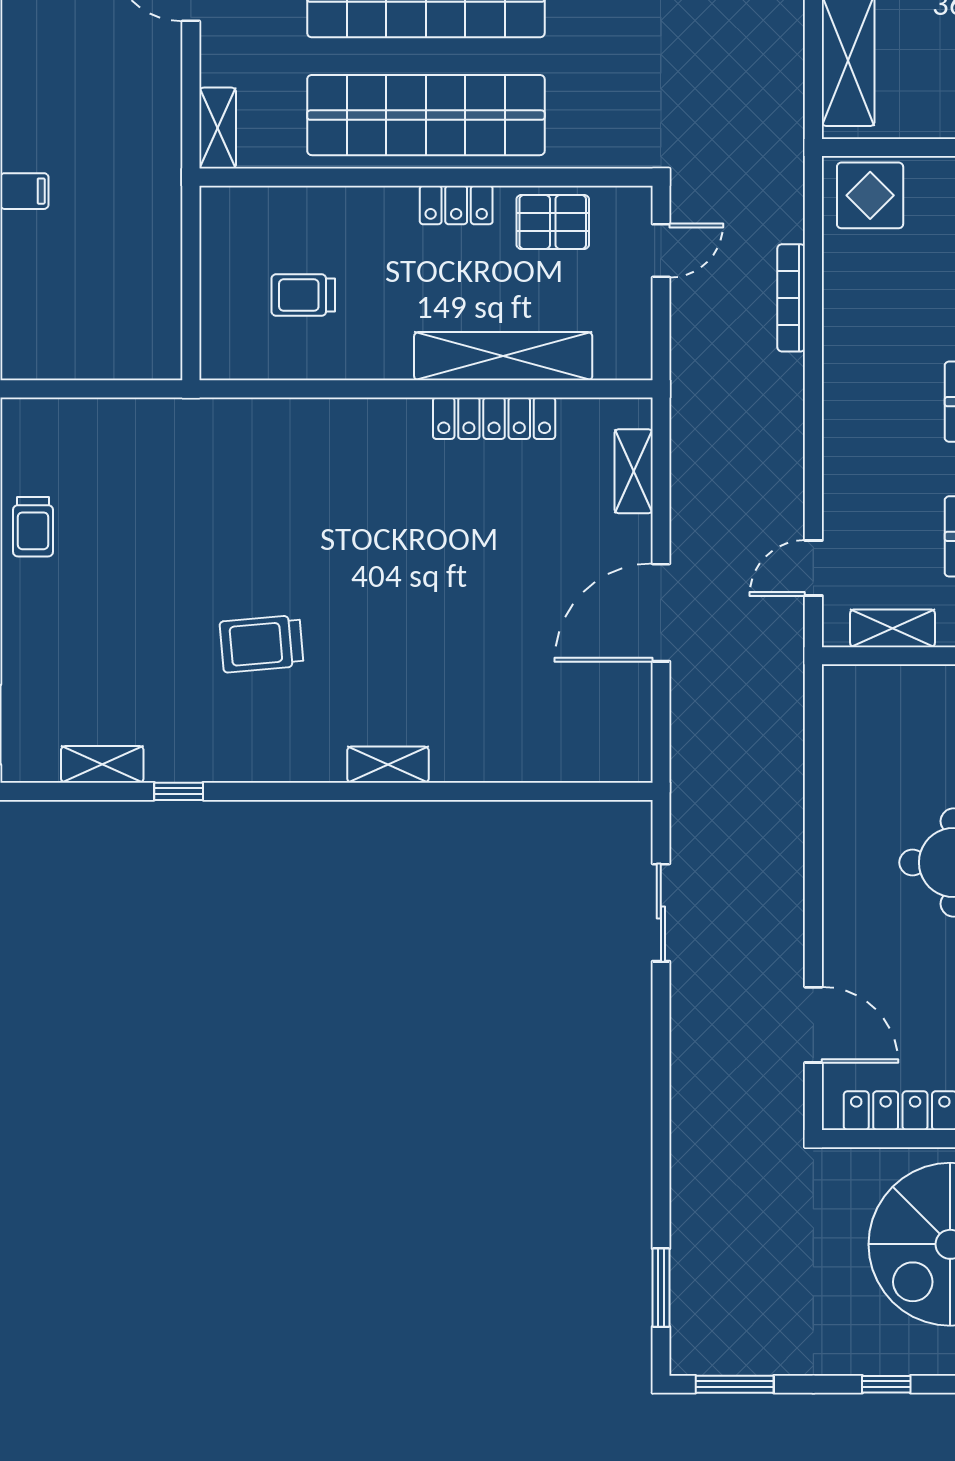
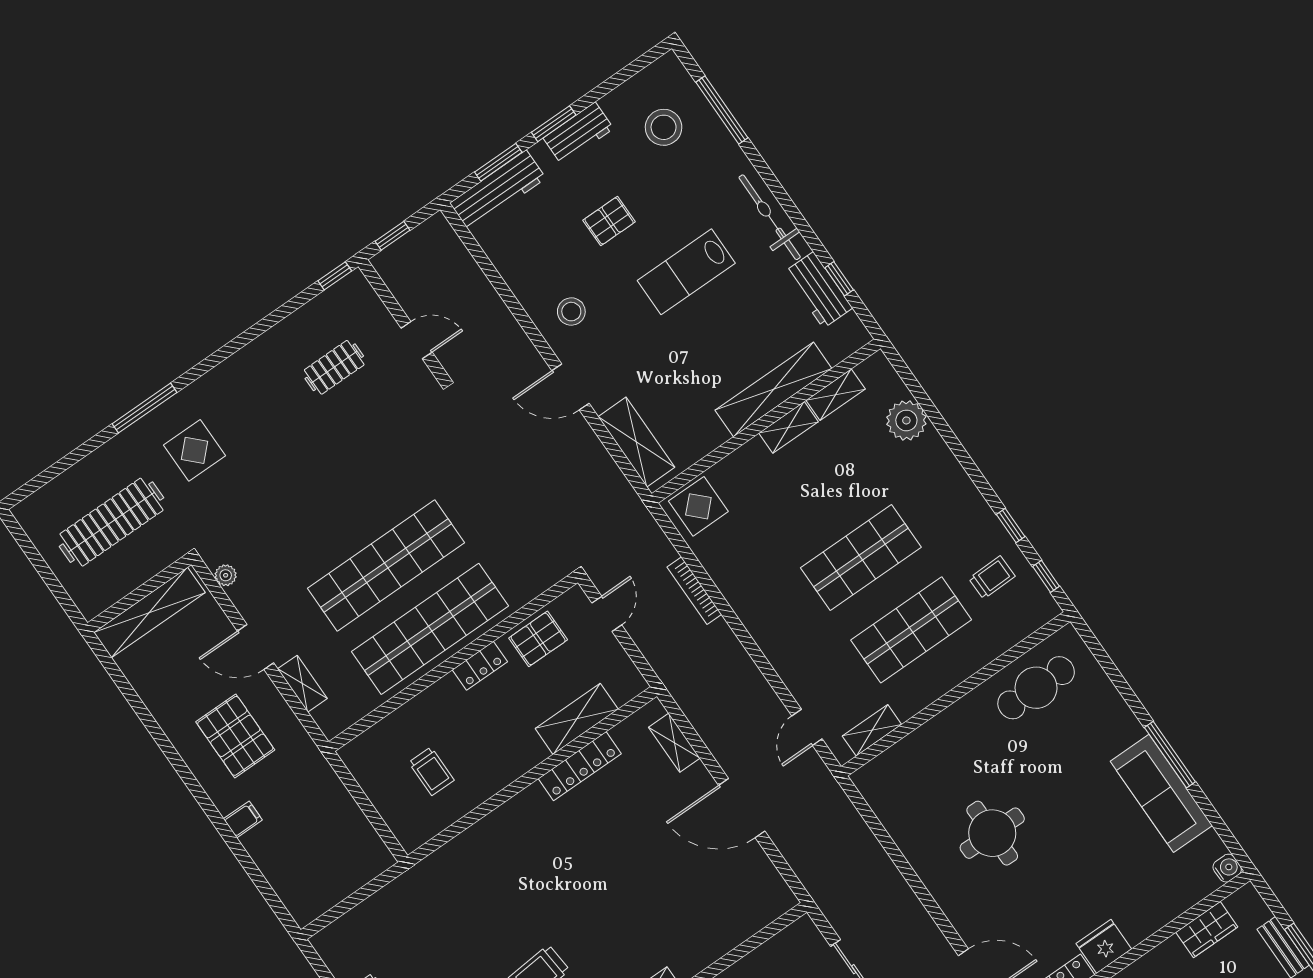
pallet: (88, 80) -> (235, 736), added
shelving: (218, 128) -> (302, 684), moved
trolley: (303, 295) -> (431, 771), turned -90
shelving: (503, 356) -> (577, 719), width x0.68
door: (661, 613) -> (742, 808), hinge flipped

